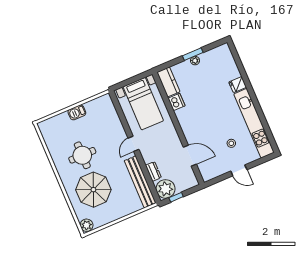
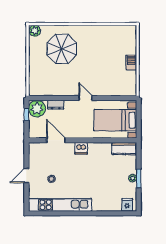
fridge: (238, 85) -> (127, 205), moved
dishwasher: (176, 102) -> (81, 148), moved
round table: (82, 155) -> (94, 52), removed
door: (190, 156) -> (56, 140), swing flipped
bench: (140, 182) -> (52, 90), removed

